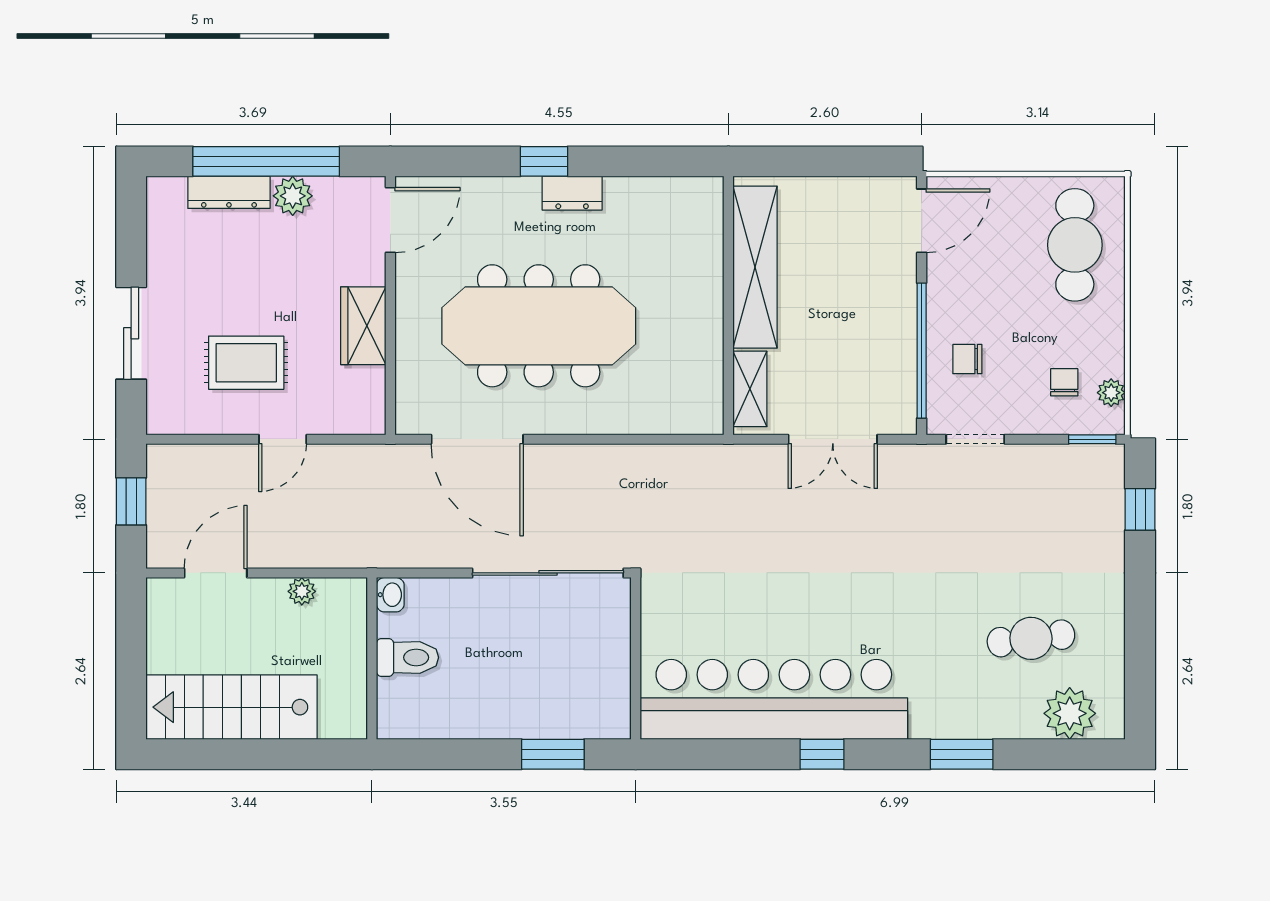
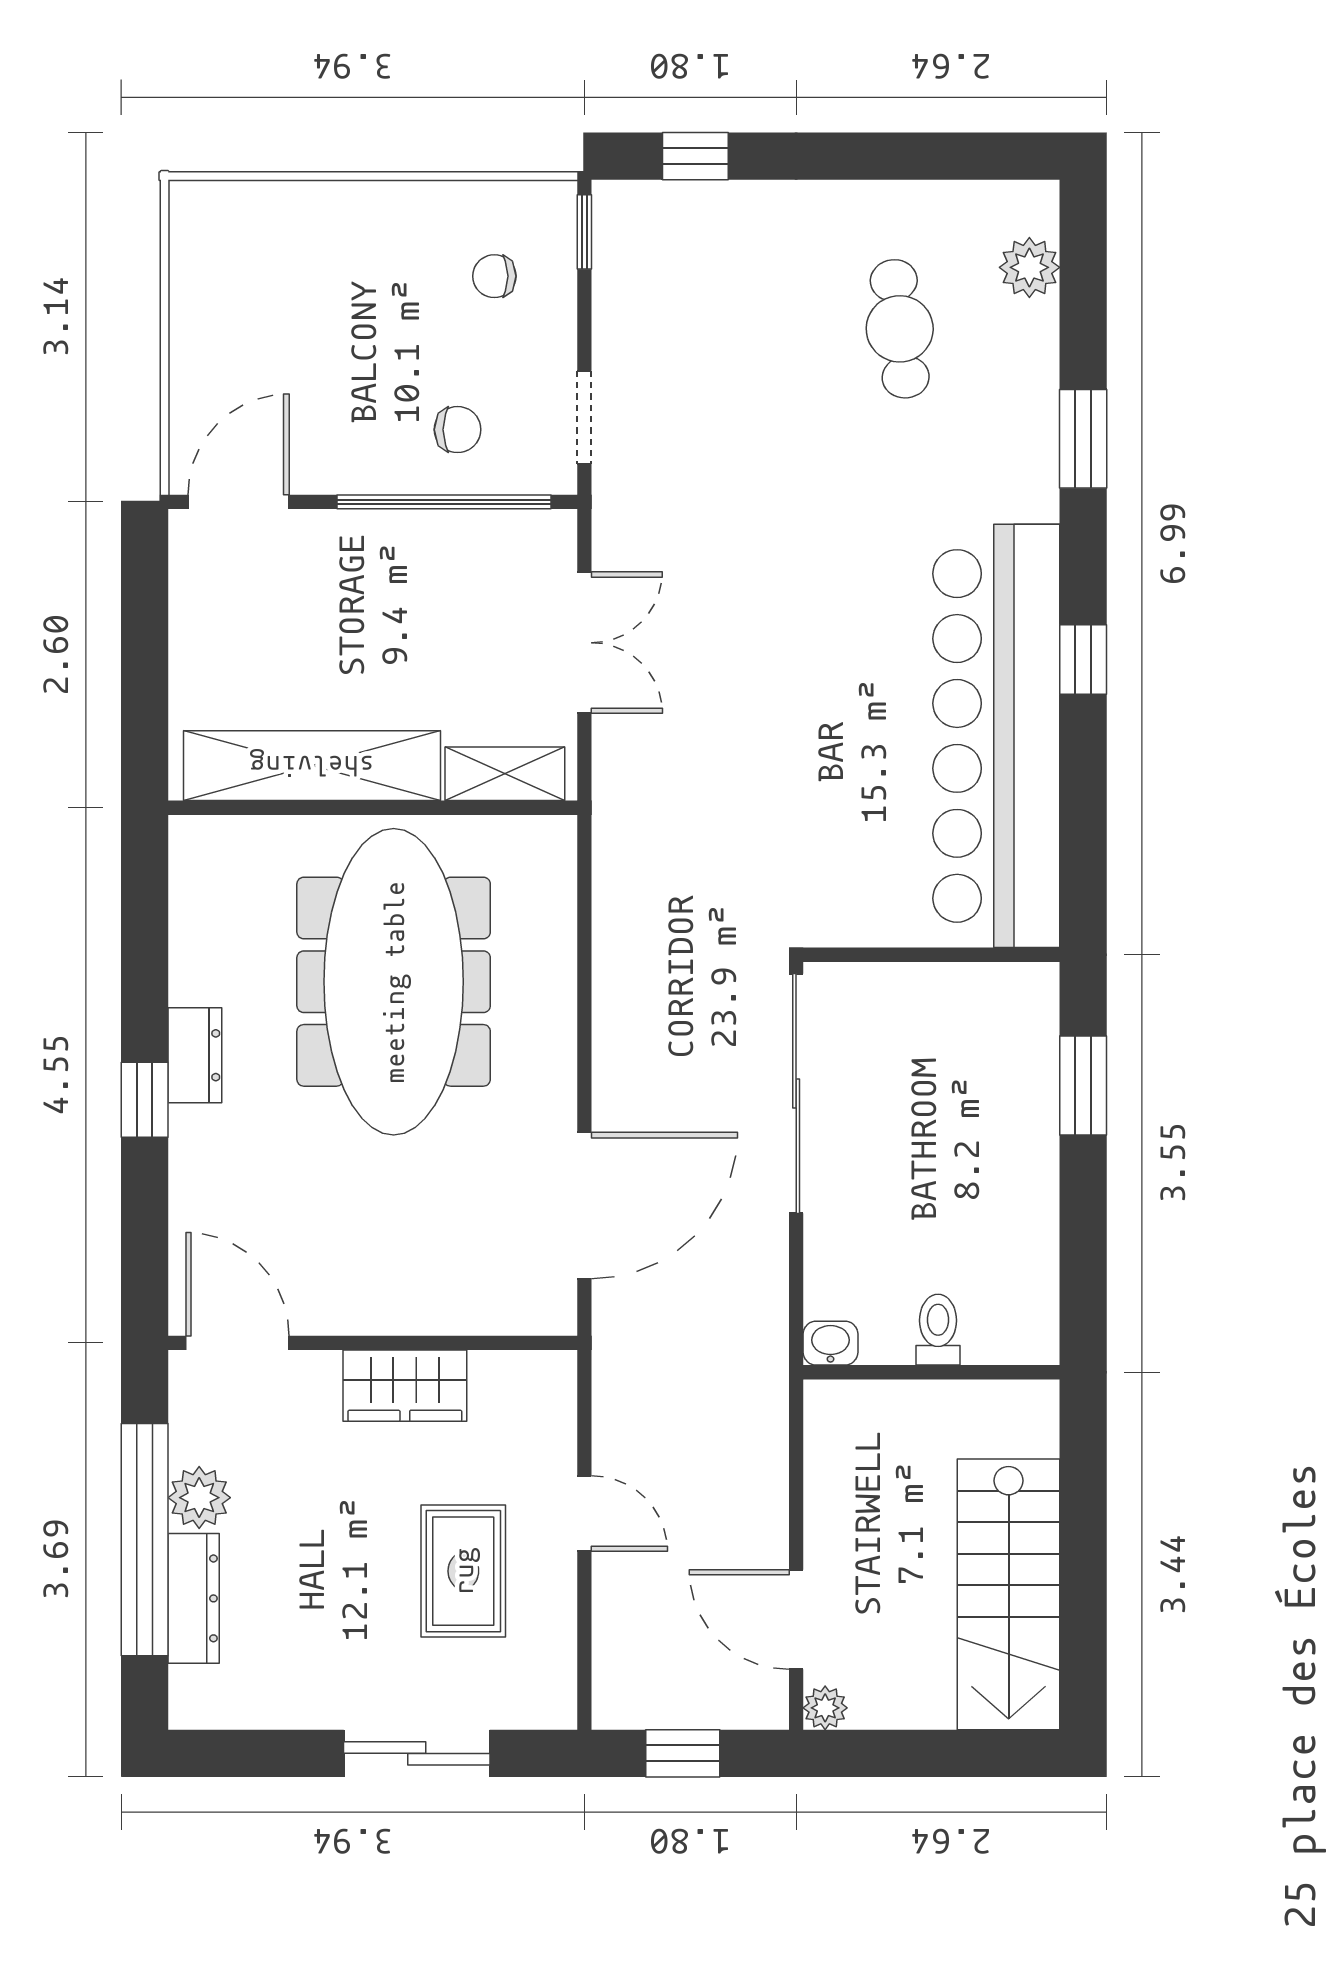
door: (922, 221) -> (239, 502), hinge flipped
cafe table: (1075, 245) -> (277, 259), removed
meeting table: (539, 326) -> (394, 982), moved
chair: (967, 359) -> (458, 430), turned -90
plant: (1111, 393) -> (511, 202), removed
plant: (302, 591) -> (825, 1708), moved
toilet: (407, 657) -> (938, 1330), width x0.73, depth x0.72
plant: (1070, 713) -> (1029, 267), width x0.73, depth x0.73

